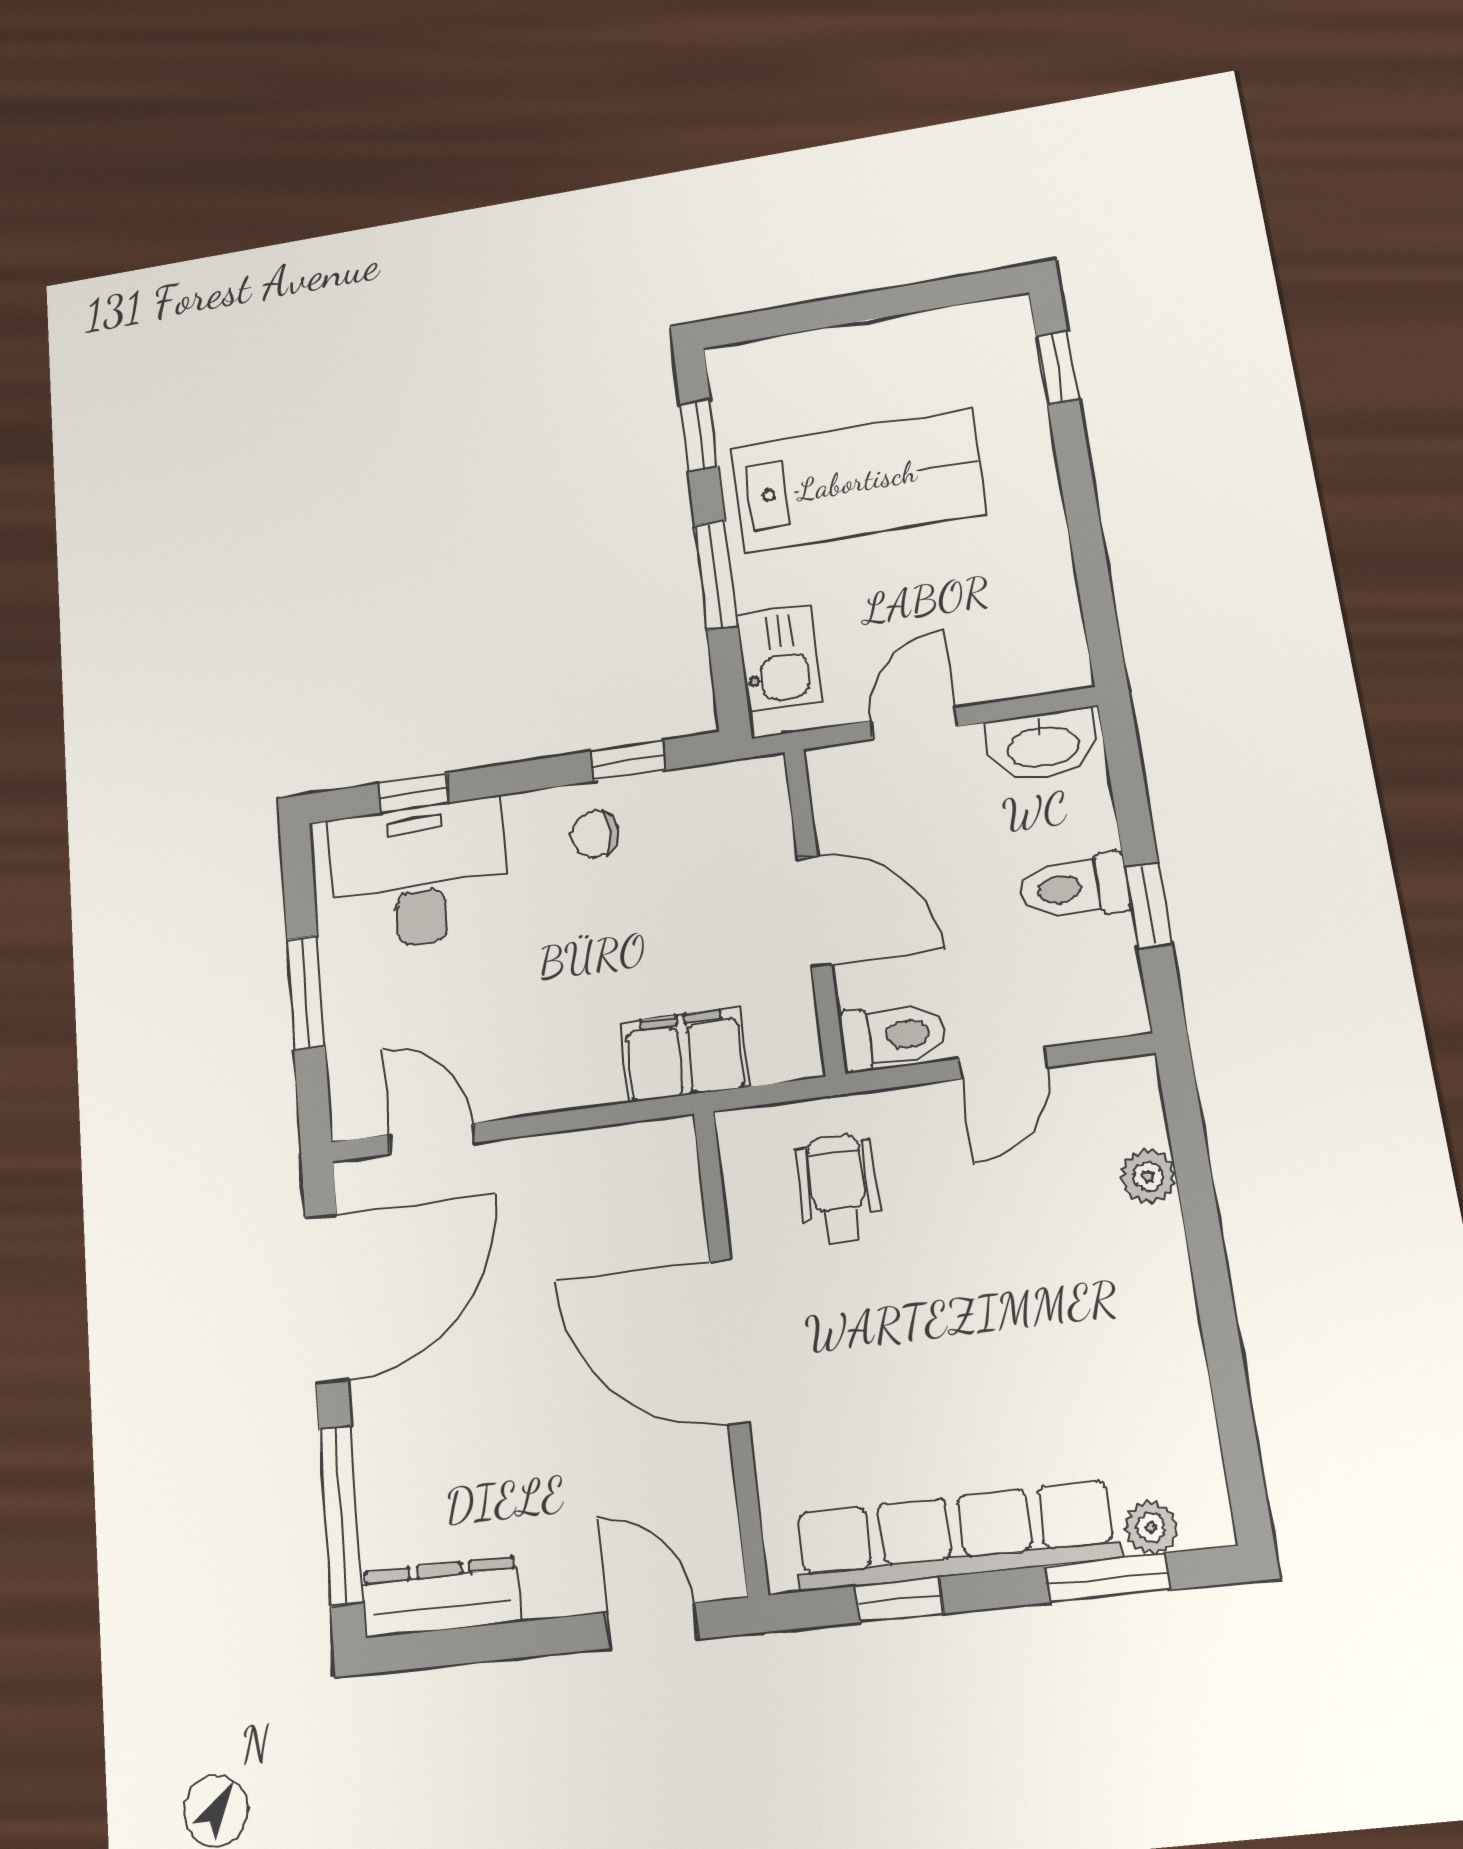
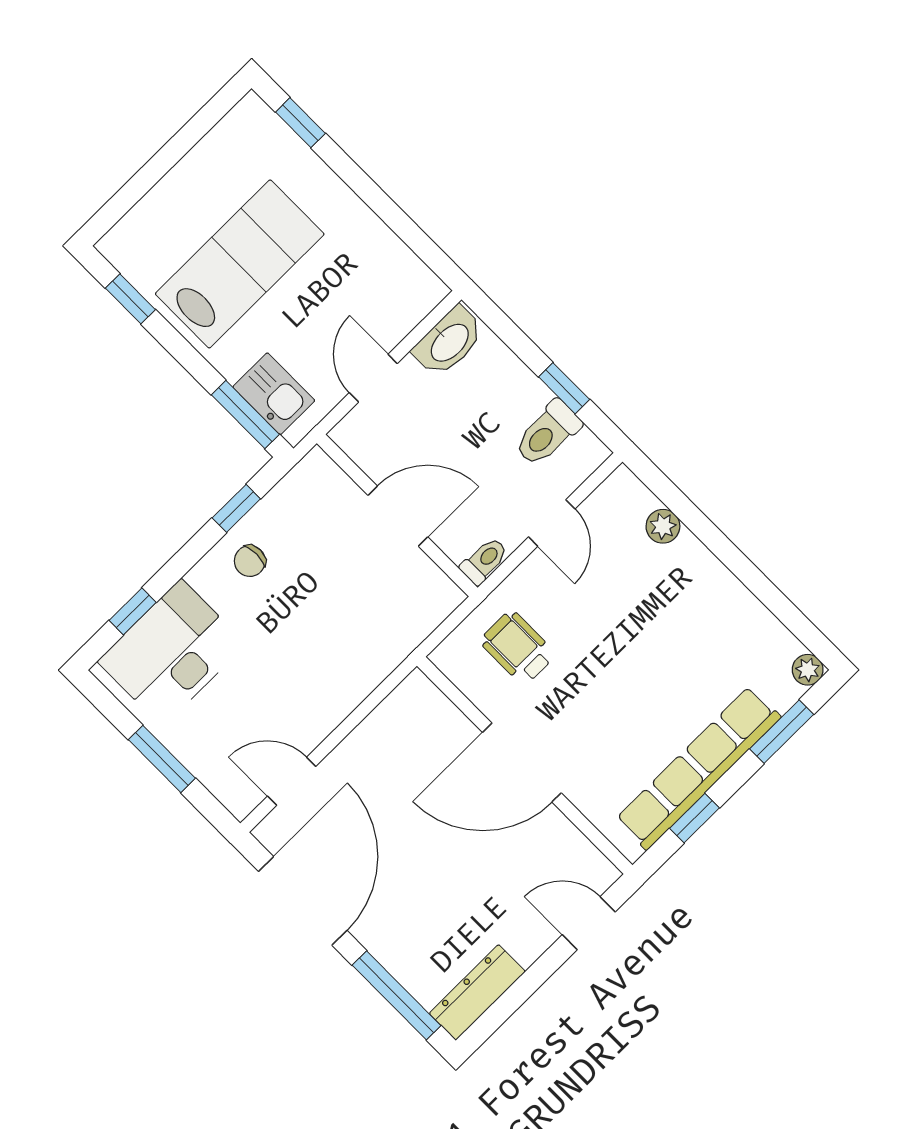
window: (716, 575) -> (245, 415), moved
toilet: (1074, 887) -> (547, 433), moved
toilet: (893, 1036) -> (484, 561), width x0.73, depth x0.72
filing cabinet: (684, 1055) -> (388, 640), removed
plant: (1151, 1527) -> (808, 670), moved

